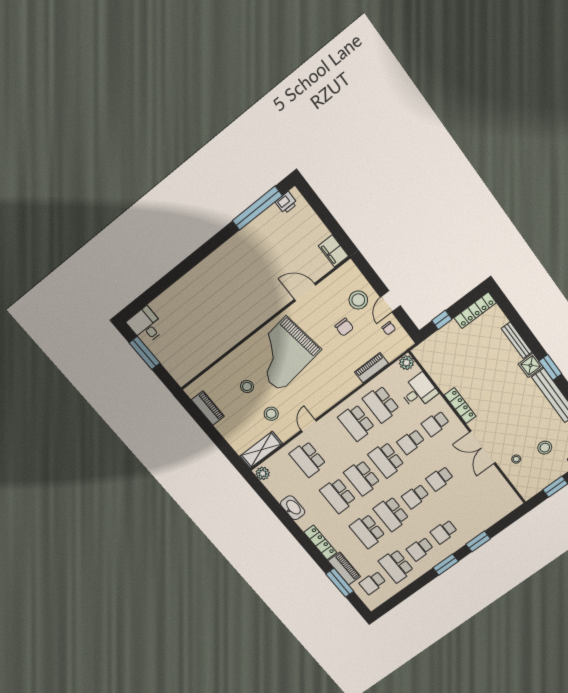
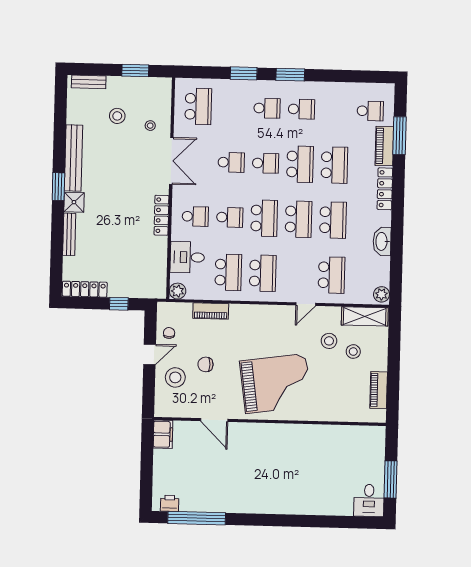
chair: (344, 327) -> (205, 364), turned -90
stool: (247, 386) -> (353, 352), moved
school desk: (396, 566) -> (198, 106), moved

